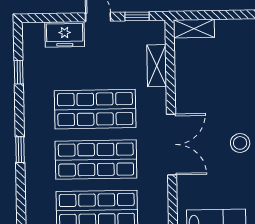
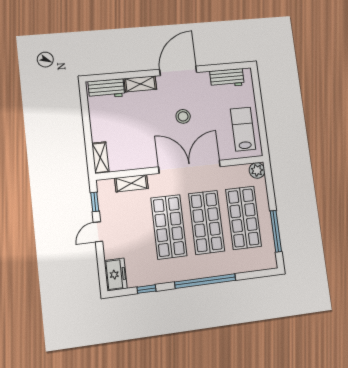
freezer: (65, 34) -> (116, 274), moved
double door: (172, 145) -> (189, 167), width x1.36
window: (20, 150) -> (205, 281), width x3.17

